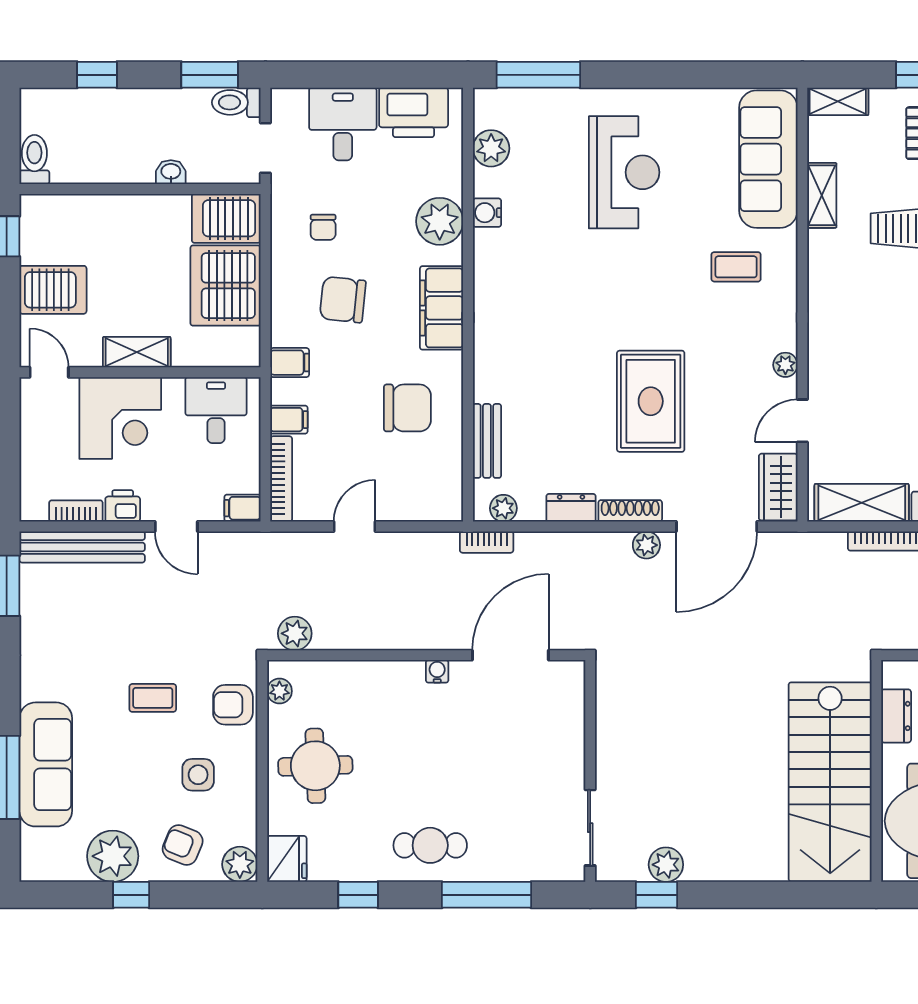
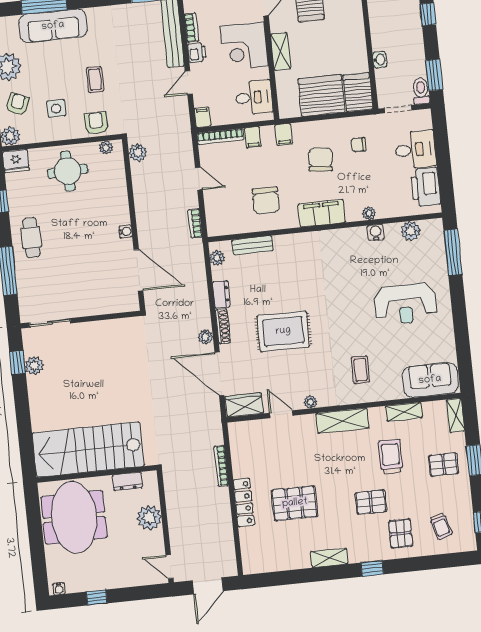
sofa: (768, 159) -> (430, 380), width x0.73
plant: (440, 221) -> (369, 213), width x0.53, depth x0.53
shelving: (862, 503) -> (342, 421), moved, turned 90
bookcase: (487, 542) -> (195, 223), moved

